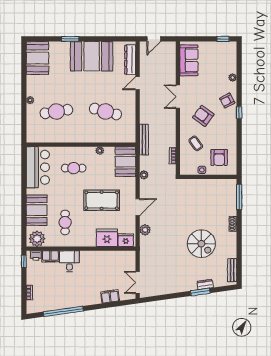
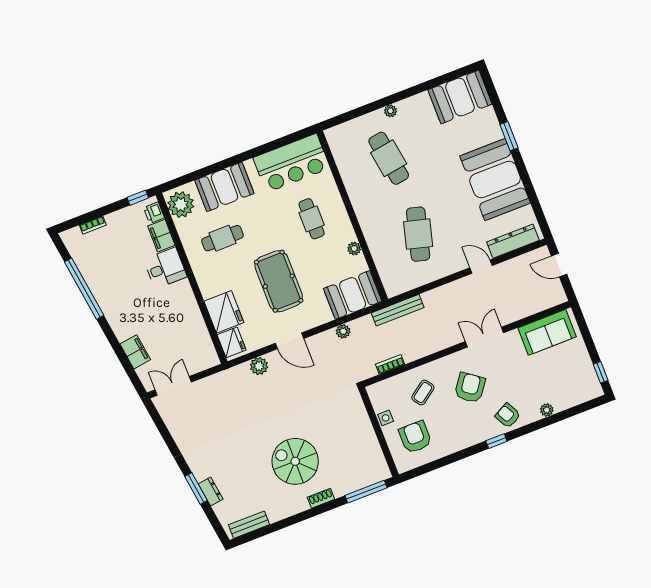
armchair: (219, 157) -> (415, 437), turned 90
spiral stairs: (201, 244) -> (295, 461), moved, turned 90

